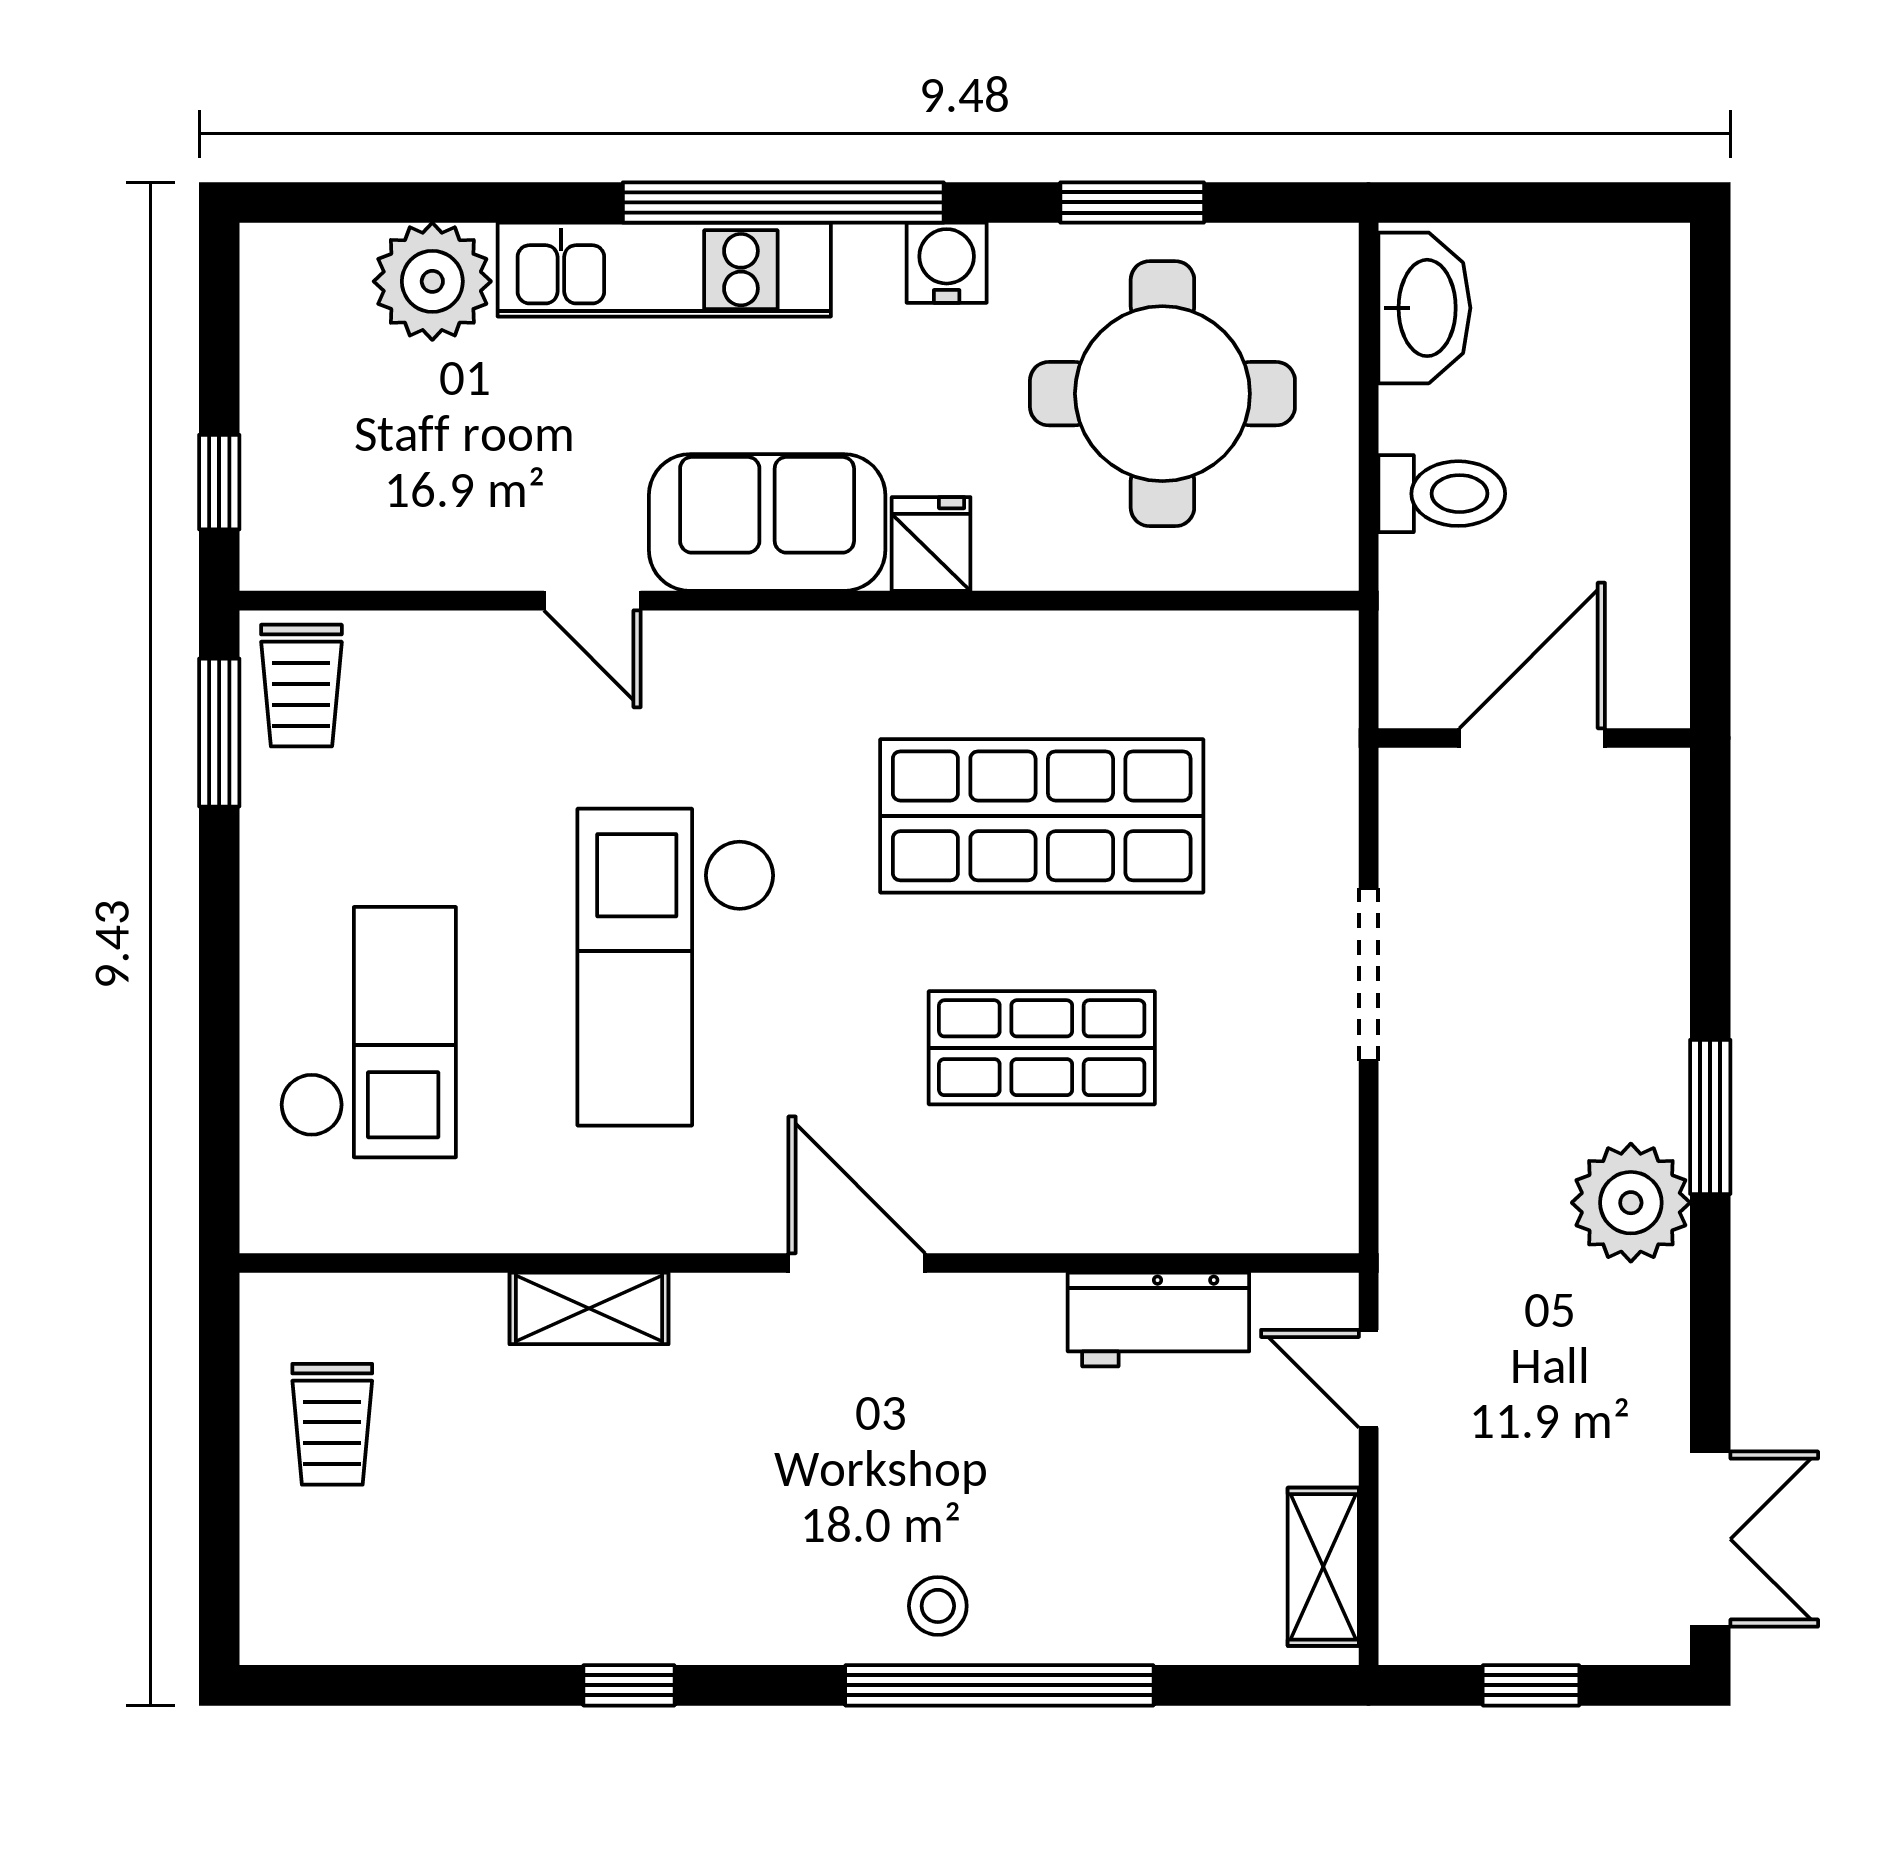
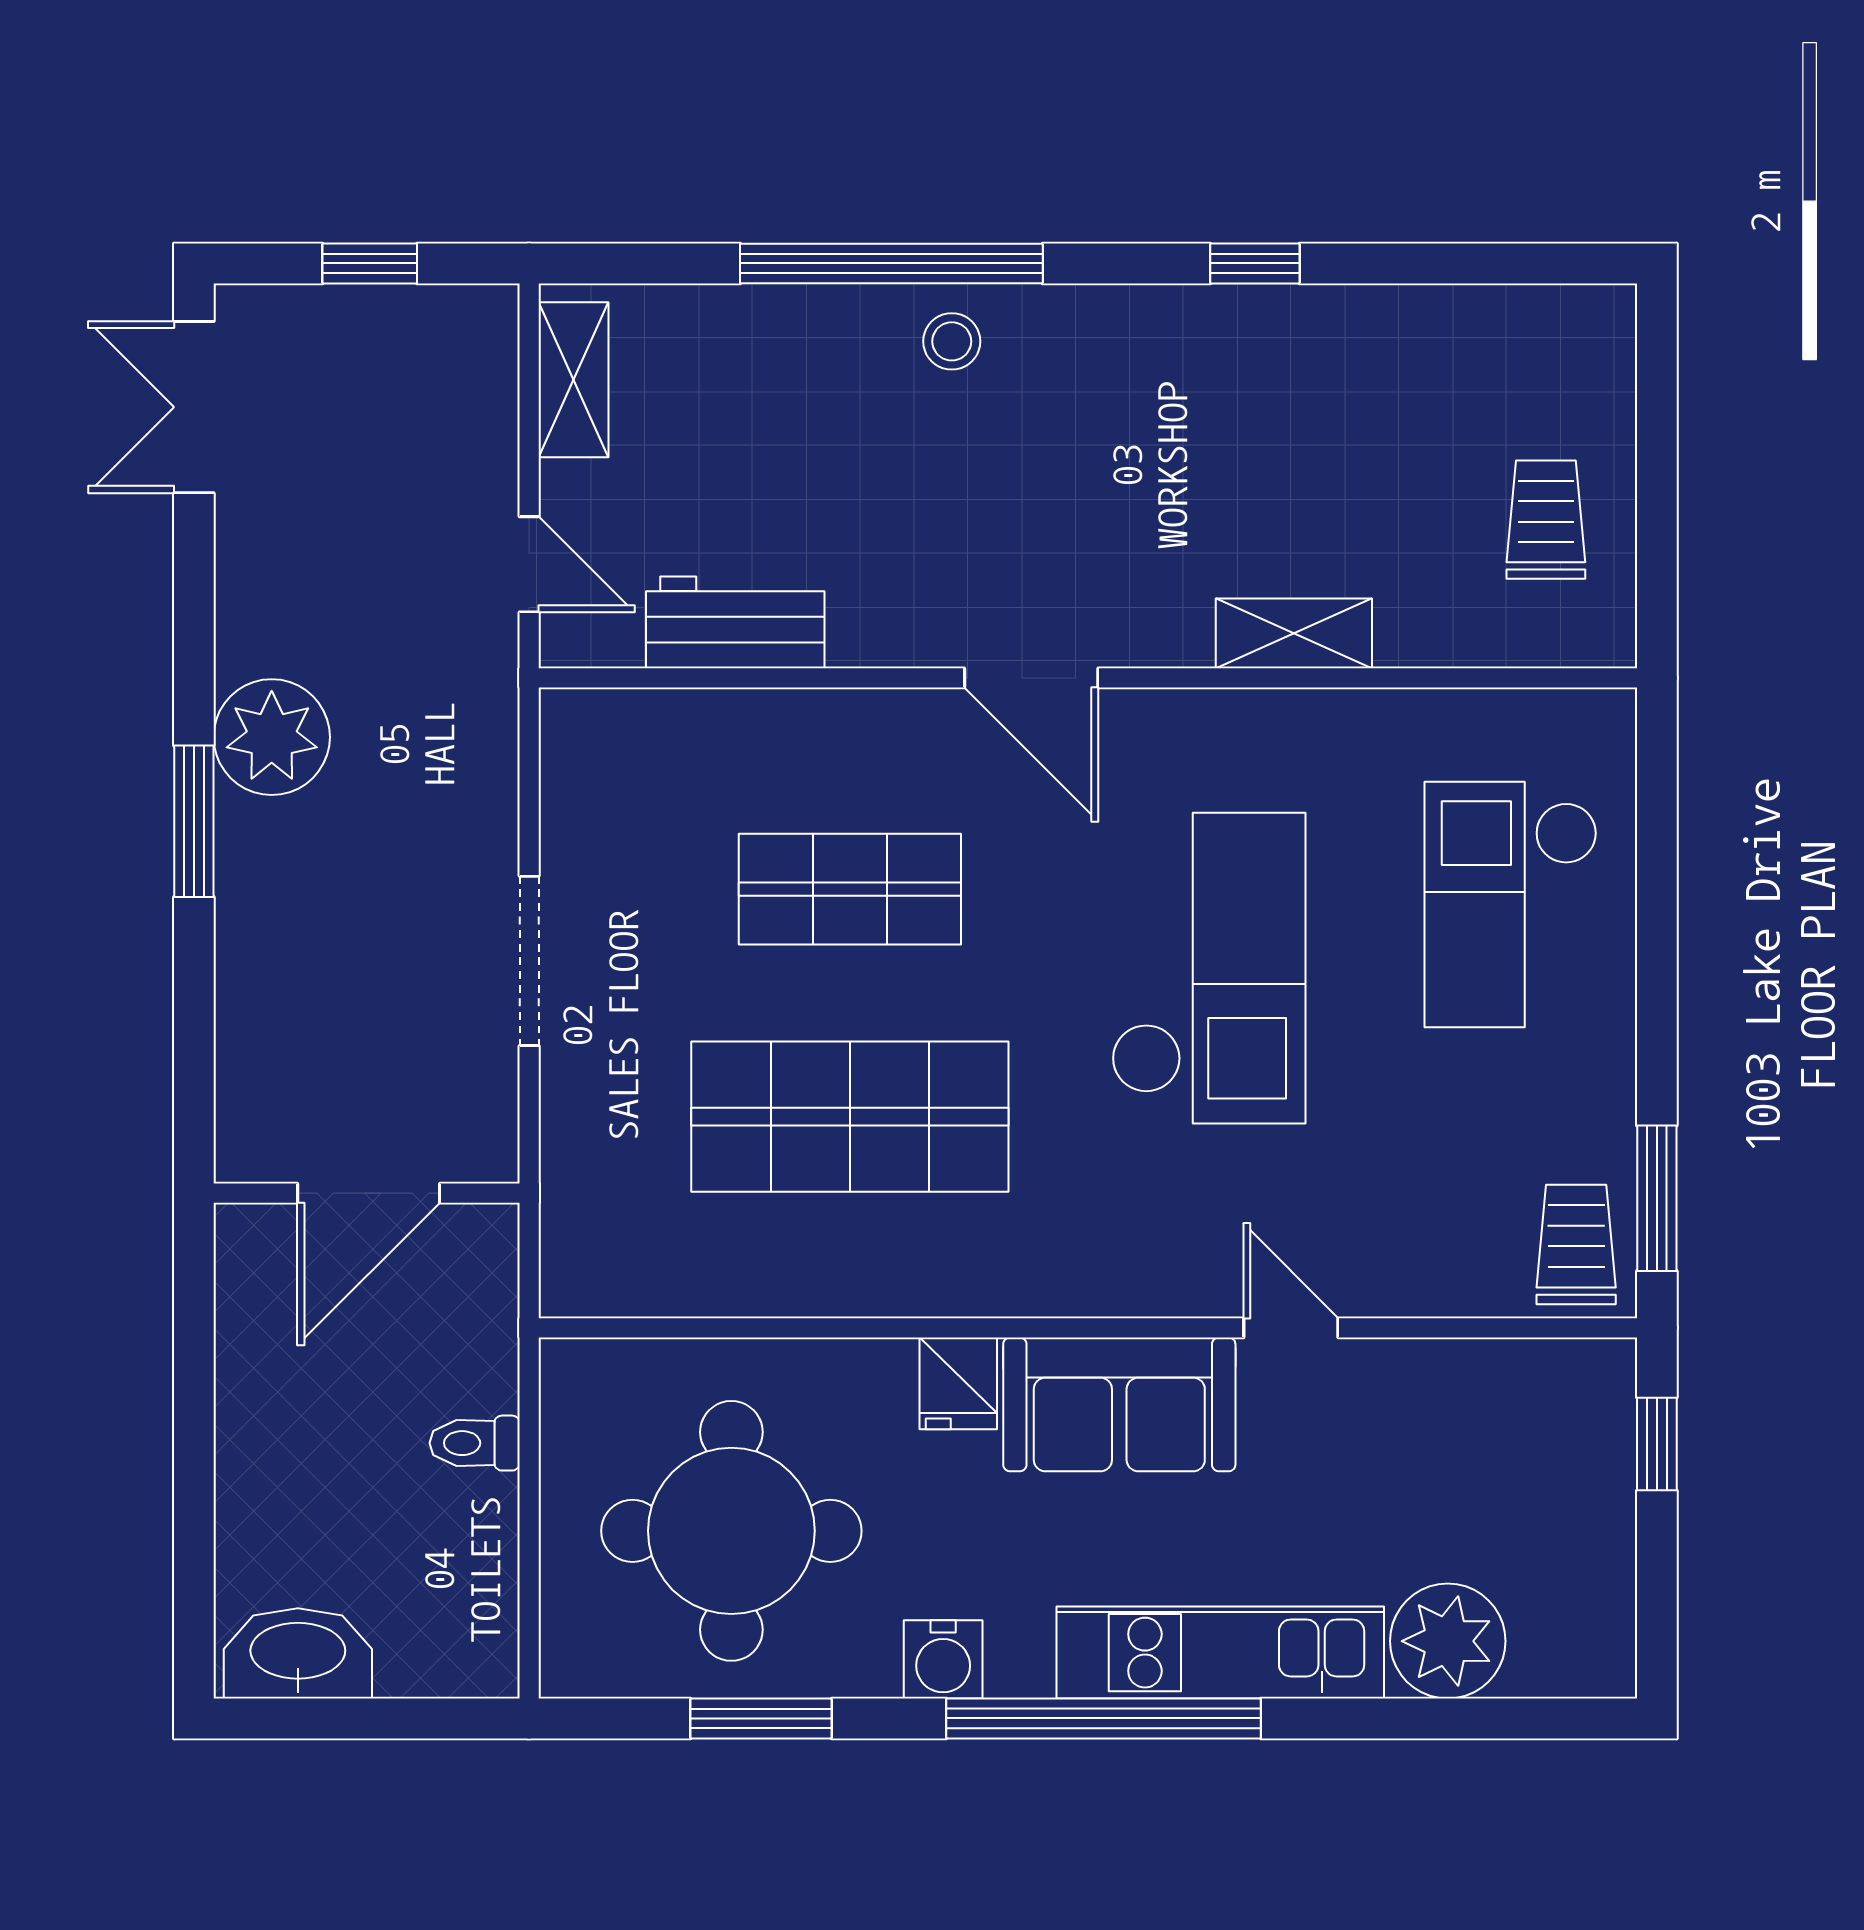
washbasin: (1424, 308) -> (298, 1653), moved, turned 90
toilet: (1442, 494) -> (475, 1443), width x0.73, depth x0.72

